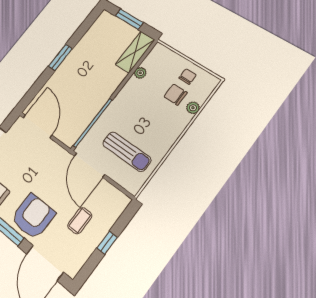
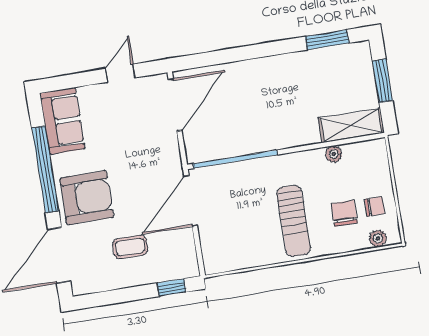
window: (60, 57) -> (327, 40), moved
plant: (193, 108) -> (378, 238), moved
sun lounger: (127, 152) -> (294, 221), moved
window: (107, 243) -> (172, 287), moved

